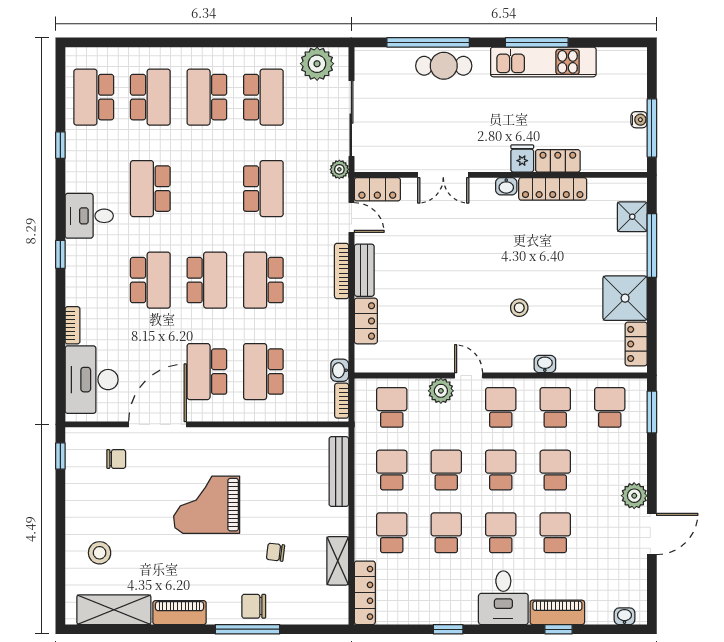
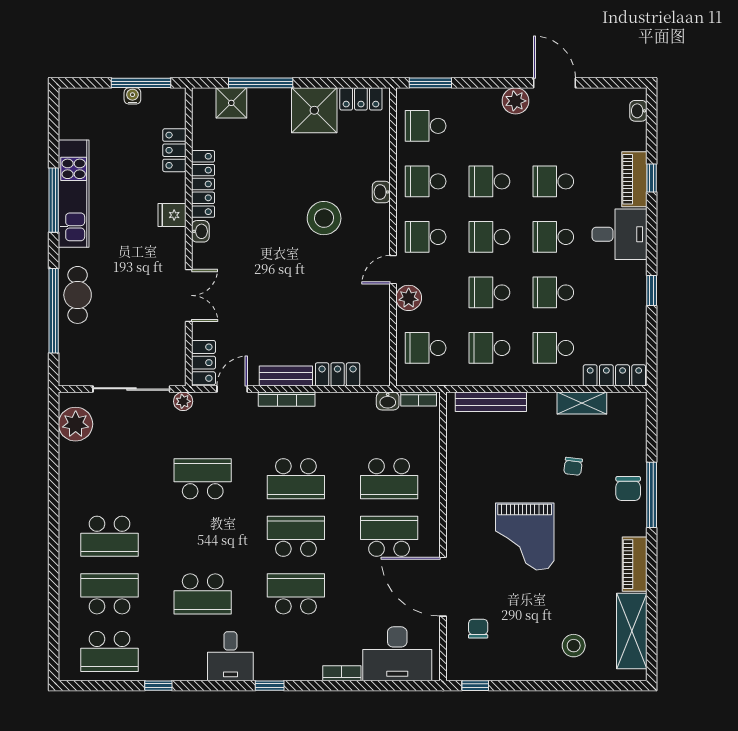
school desk: (263, 97) -> (109, 479), removed
locker: (558, 161) -> (174, 150), moved
stool: (519, 308) -> (324, 218), width x1.89, depth x1.89
school desk: (207, 372) -> (389, 536), turned 180

